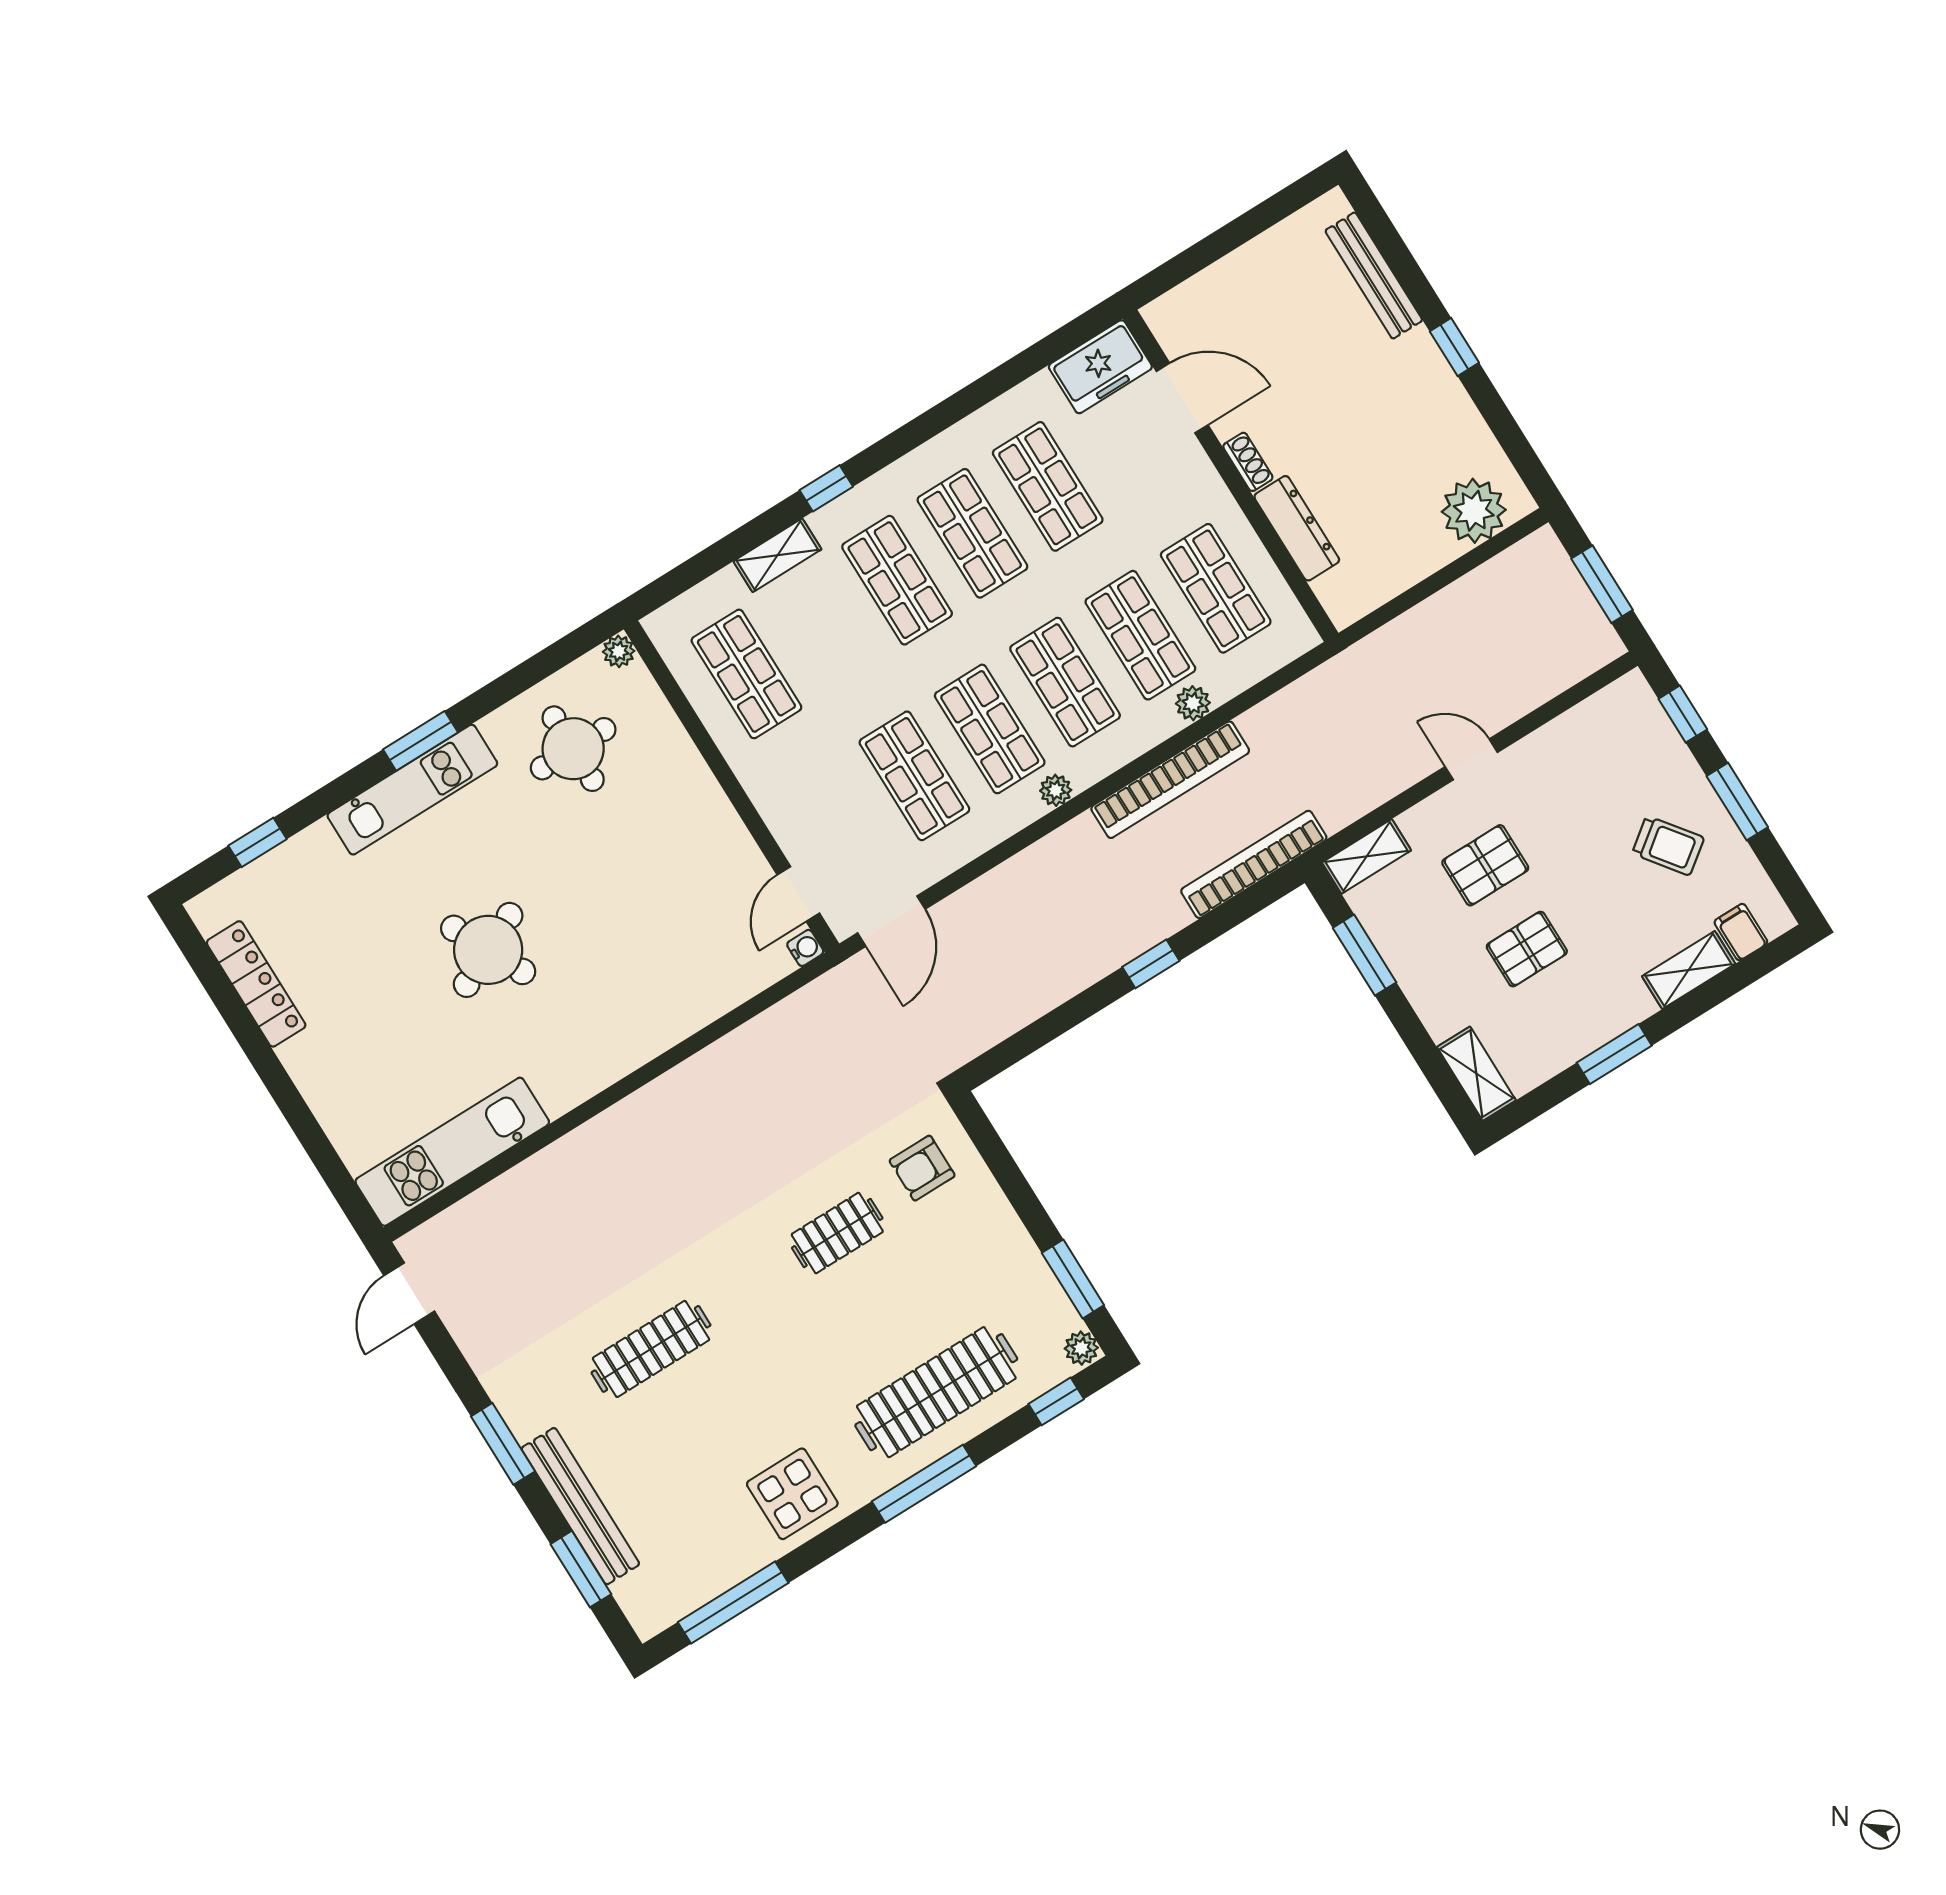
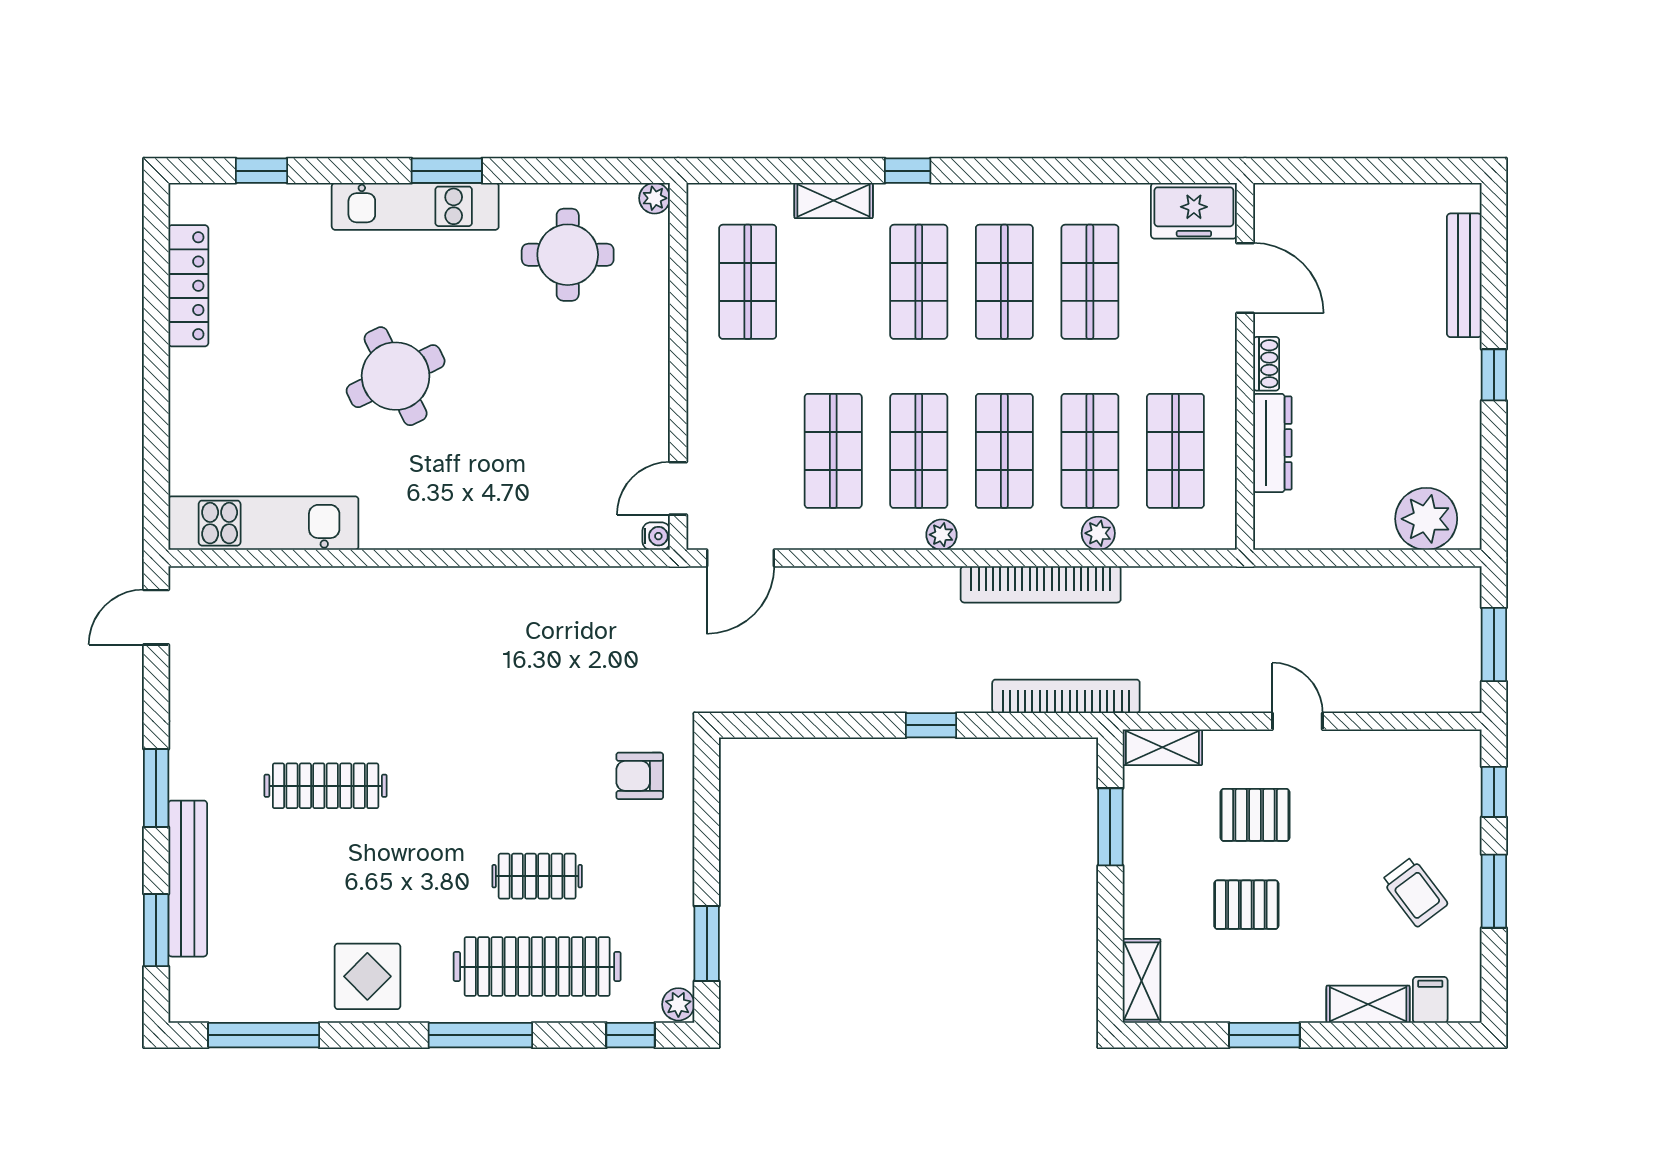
clothes rail: (837, 1233) -> (537, 876), moved

